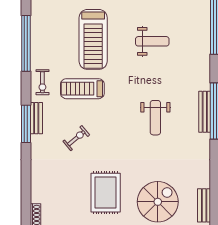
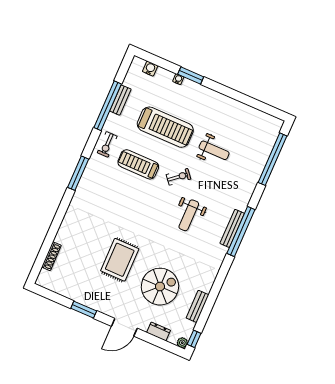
treadmill: (93, 39) -> (165, 127), turned -90
bench: (36, 118) -> (120, 100), moved
exercise bike: (76, 138) -> (179, 177), moved

